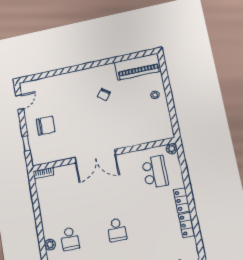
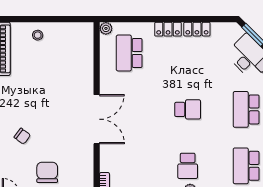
chair: (104, 94) -> (22, 136), moved
school desk: (155, 172) -> (129, 53), turned -90
school desk: (70, 239) -> (188, 166), turned 90

